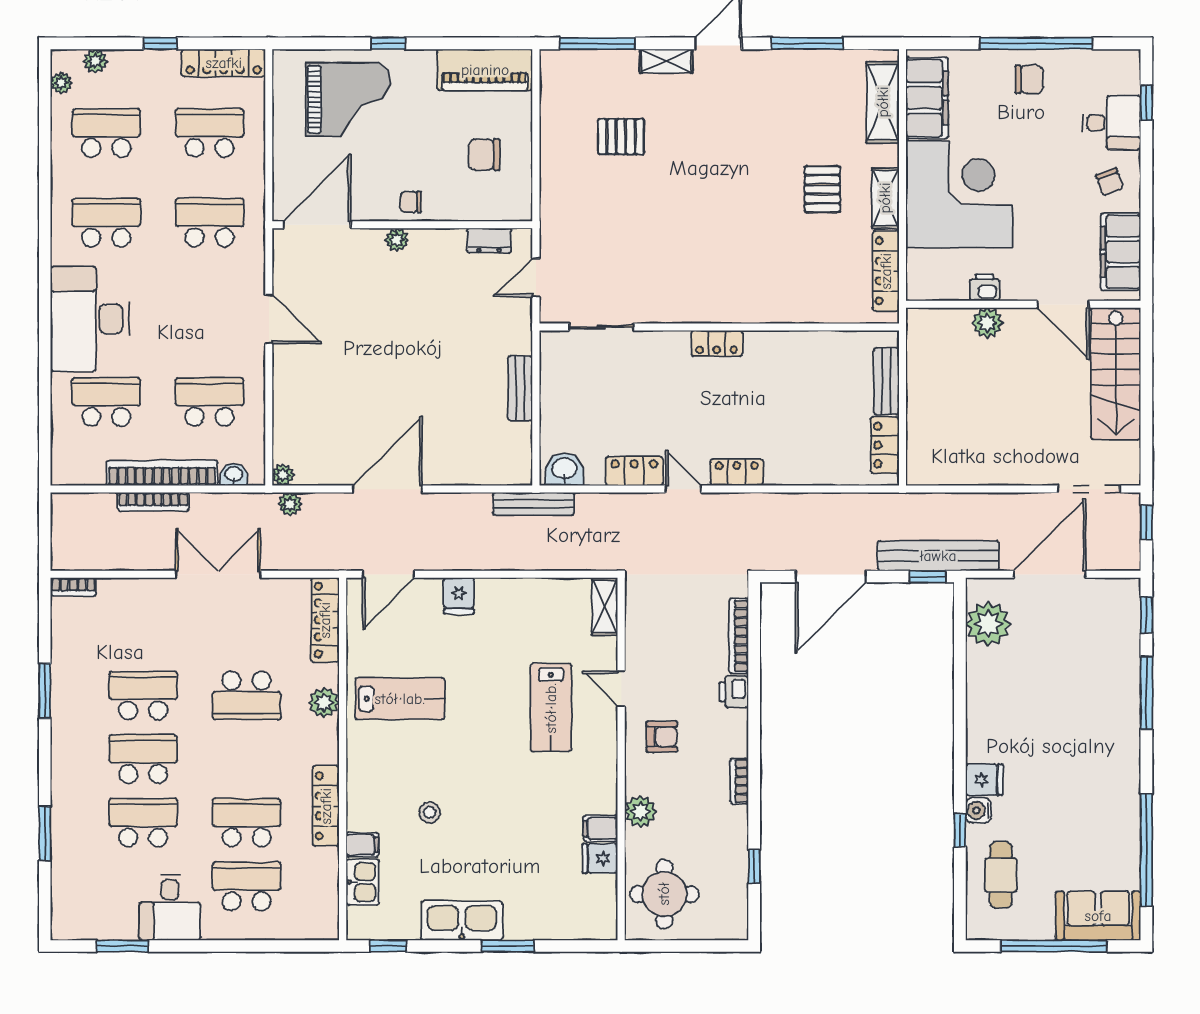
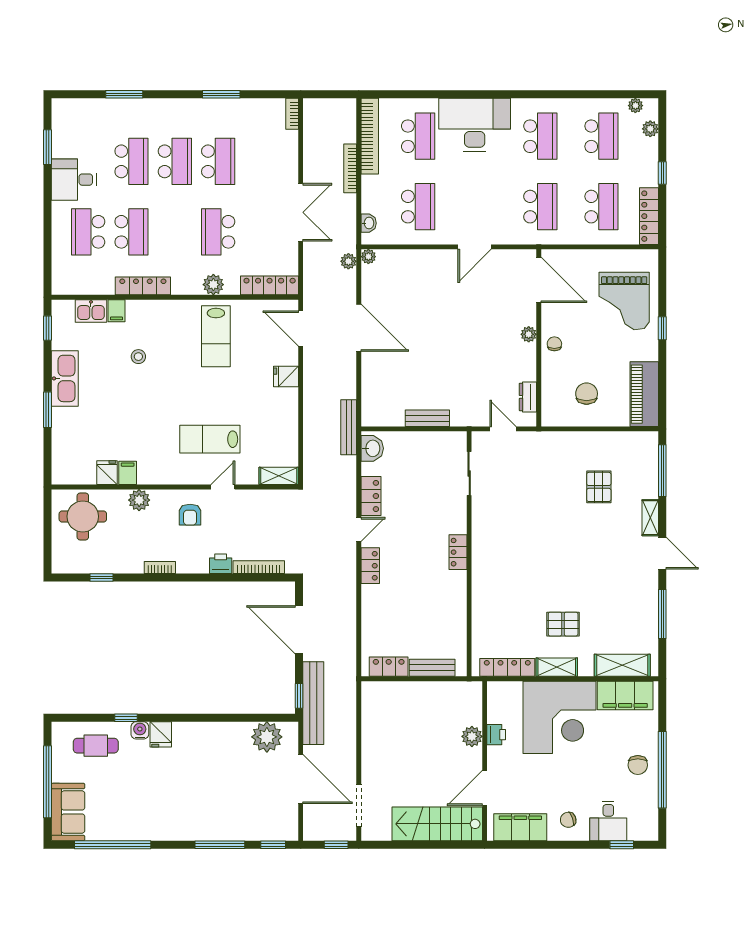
bookcase: (162, 473) -> (370, 136), moved
school desk: (247, 886) -> (88, 232), turned 180

